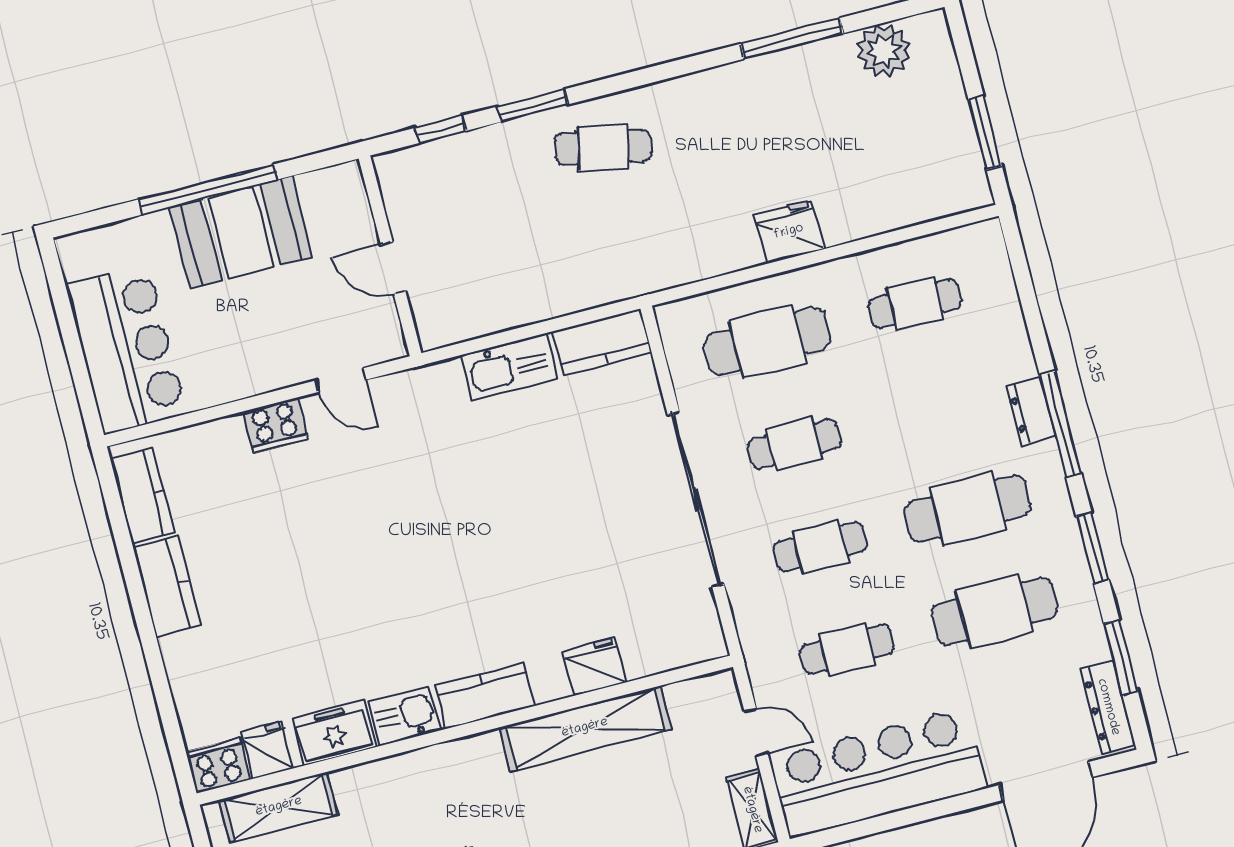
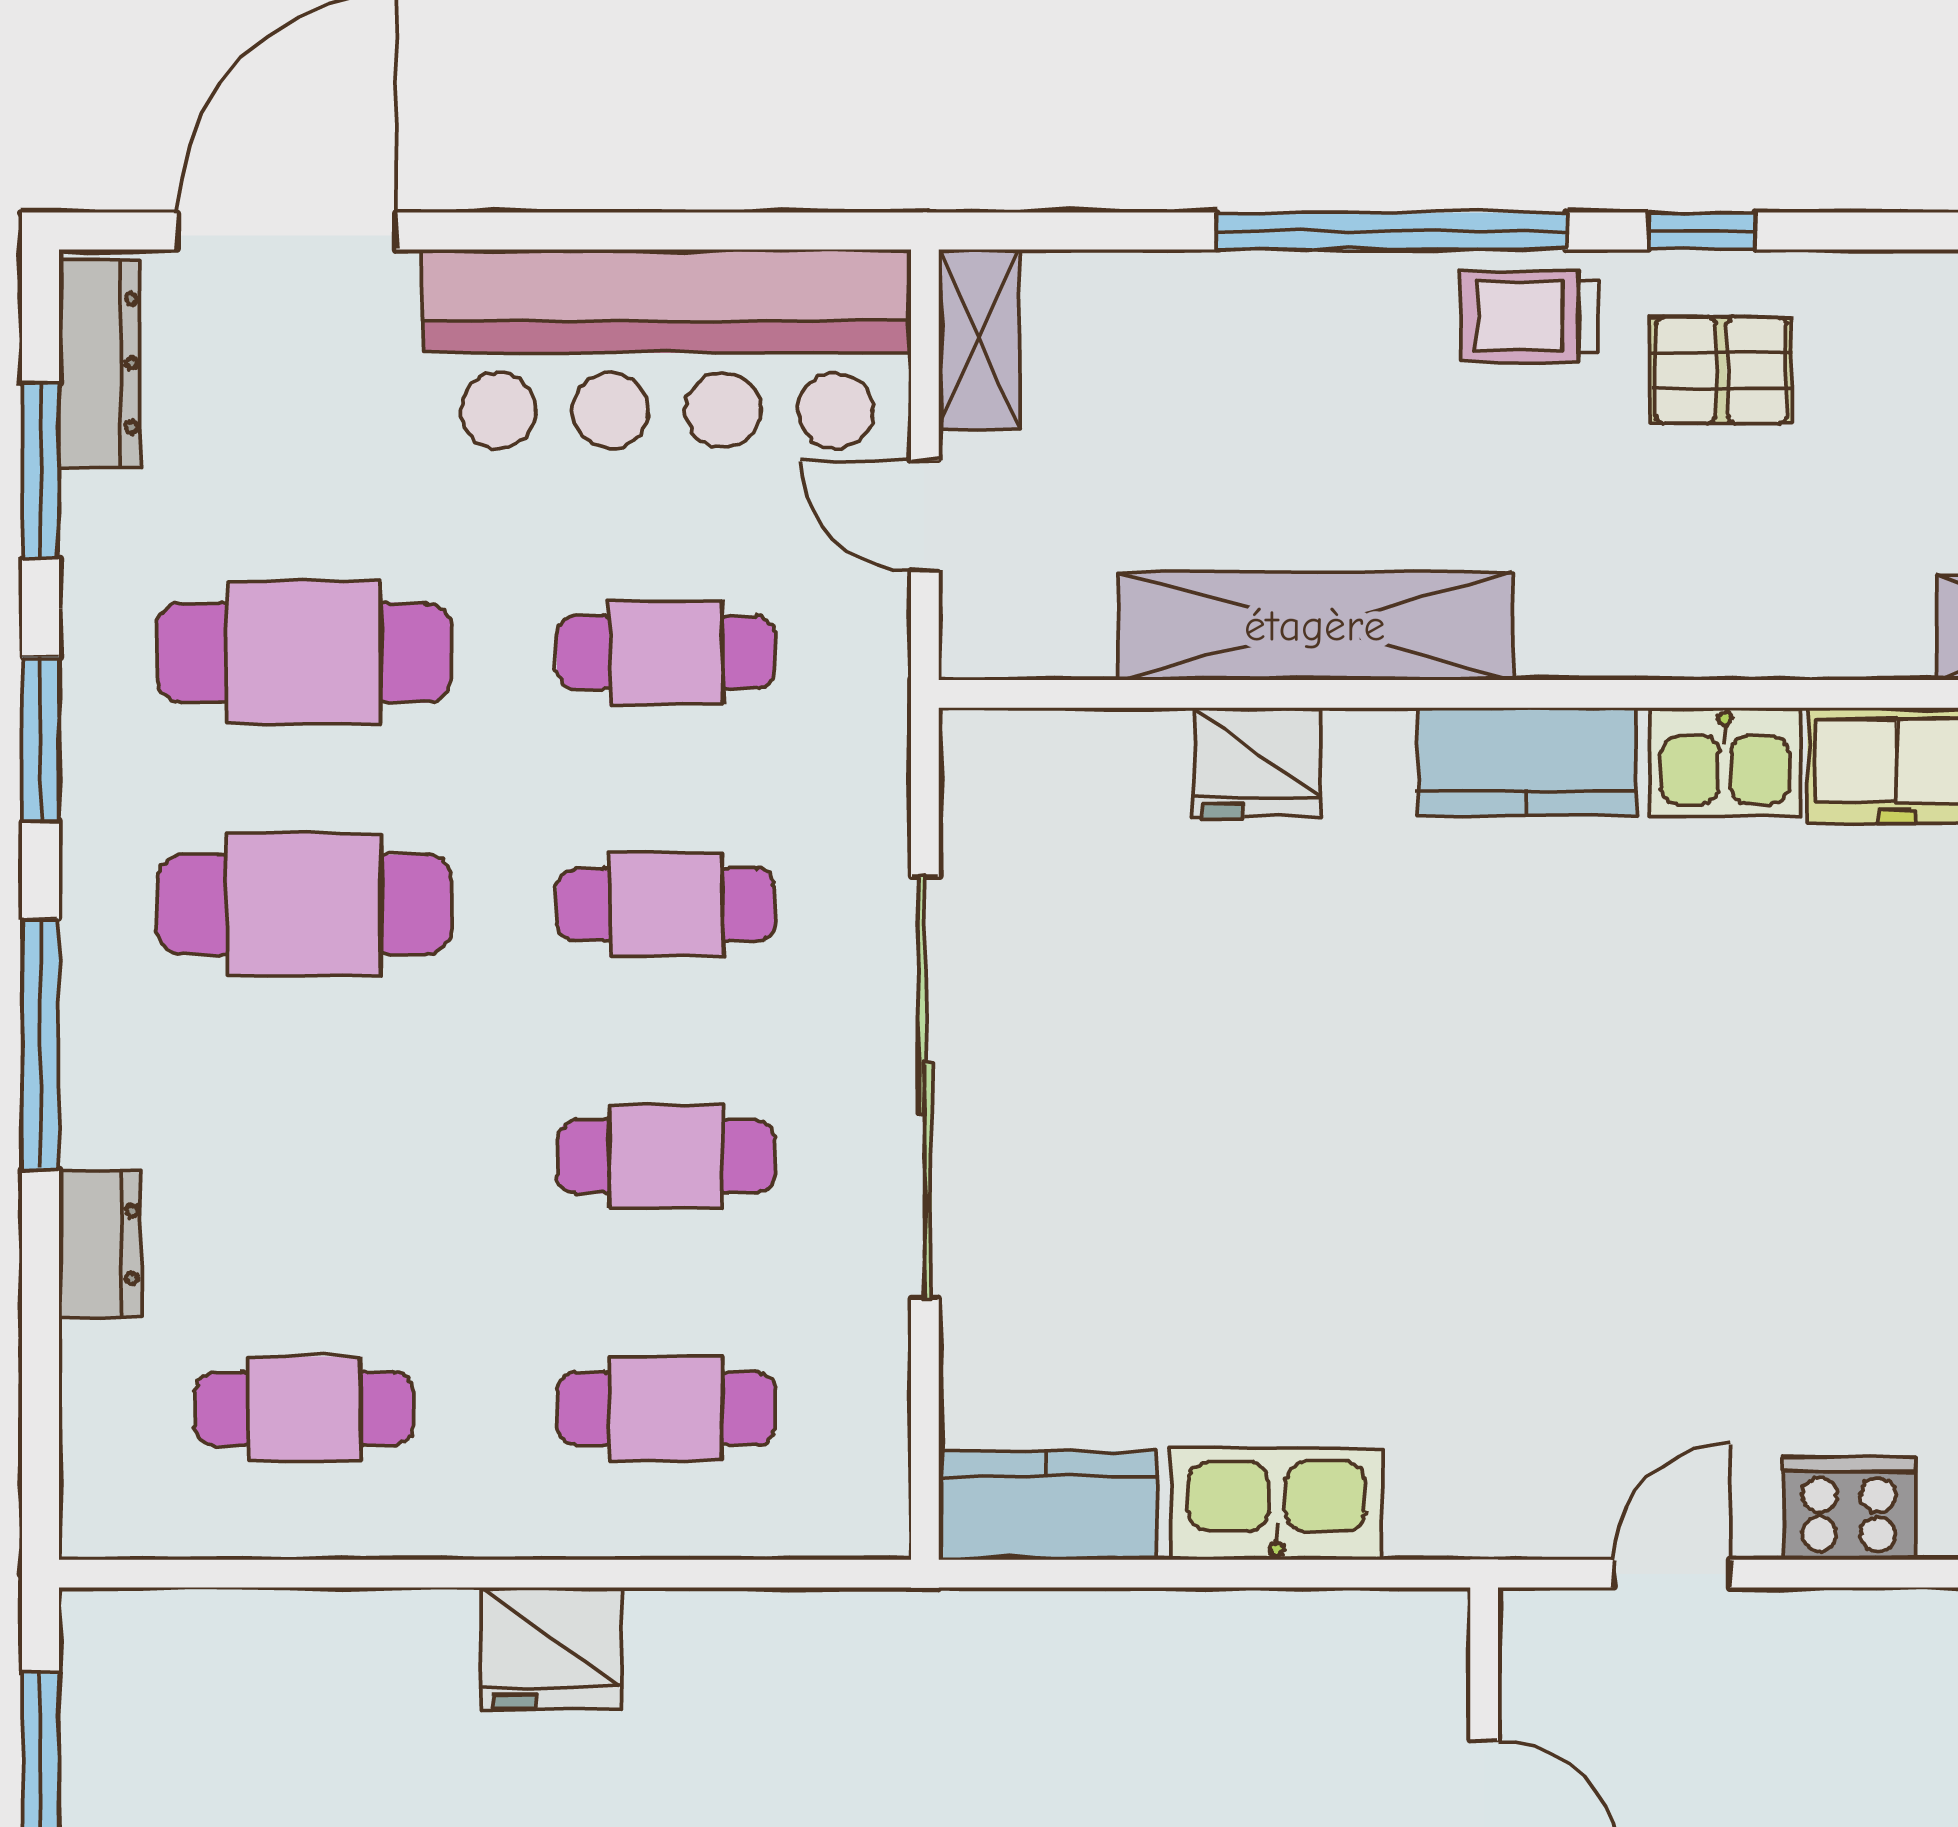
cafe table: (767, 341) -> (666, 1409), width x0.73, depth x0.74
door: (341, 380) -> (1672, 1574), hinge flipped
dresser: (1031, 412) -> (100, 1245), moved

